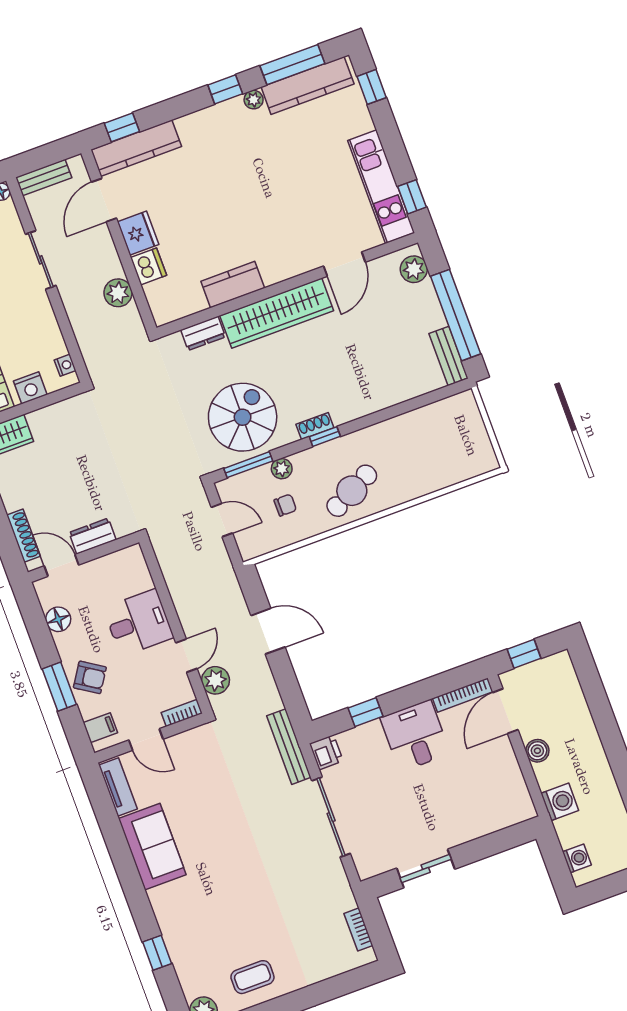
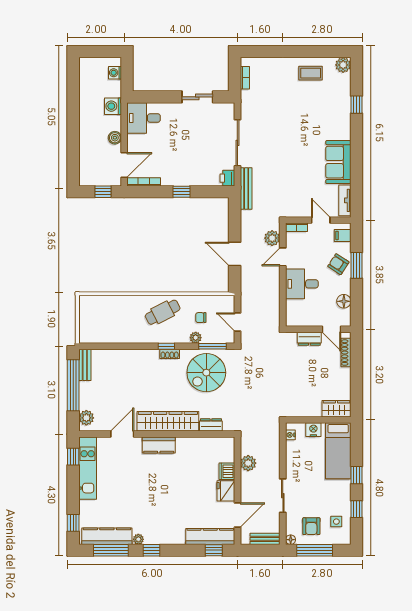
kitchen counter: (233, 285) -> (159, 445), moved
window: (365, 712) -> (182, 192), moved
desk: (415, 736) -> (144, 118), moved, turned 90

